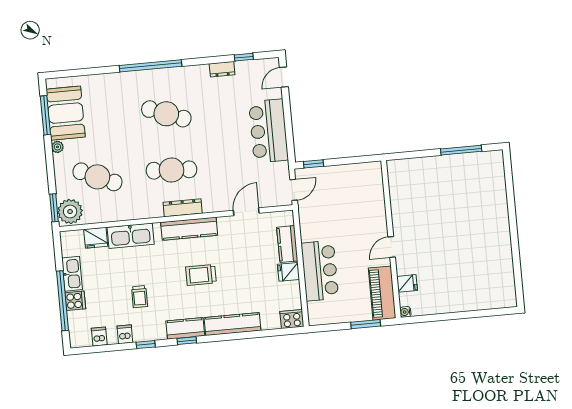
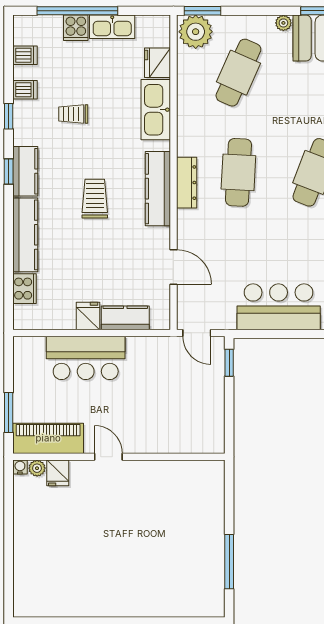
plant: (405, 299) -> (37, 468), added
cooker: (292, 319) -> (25, 289), moved

